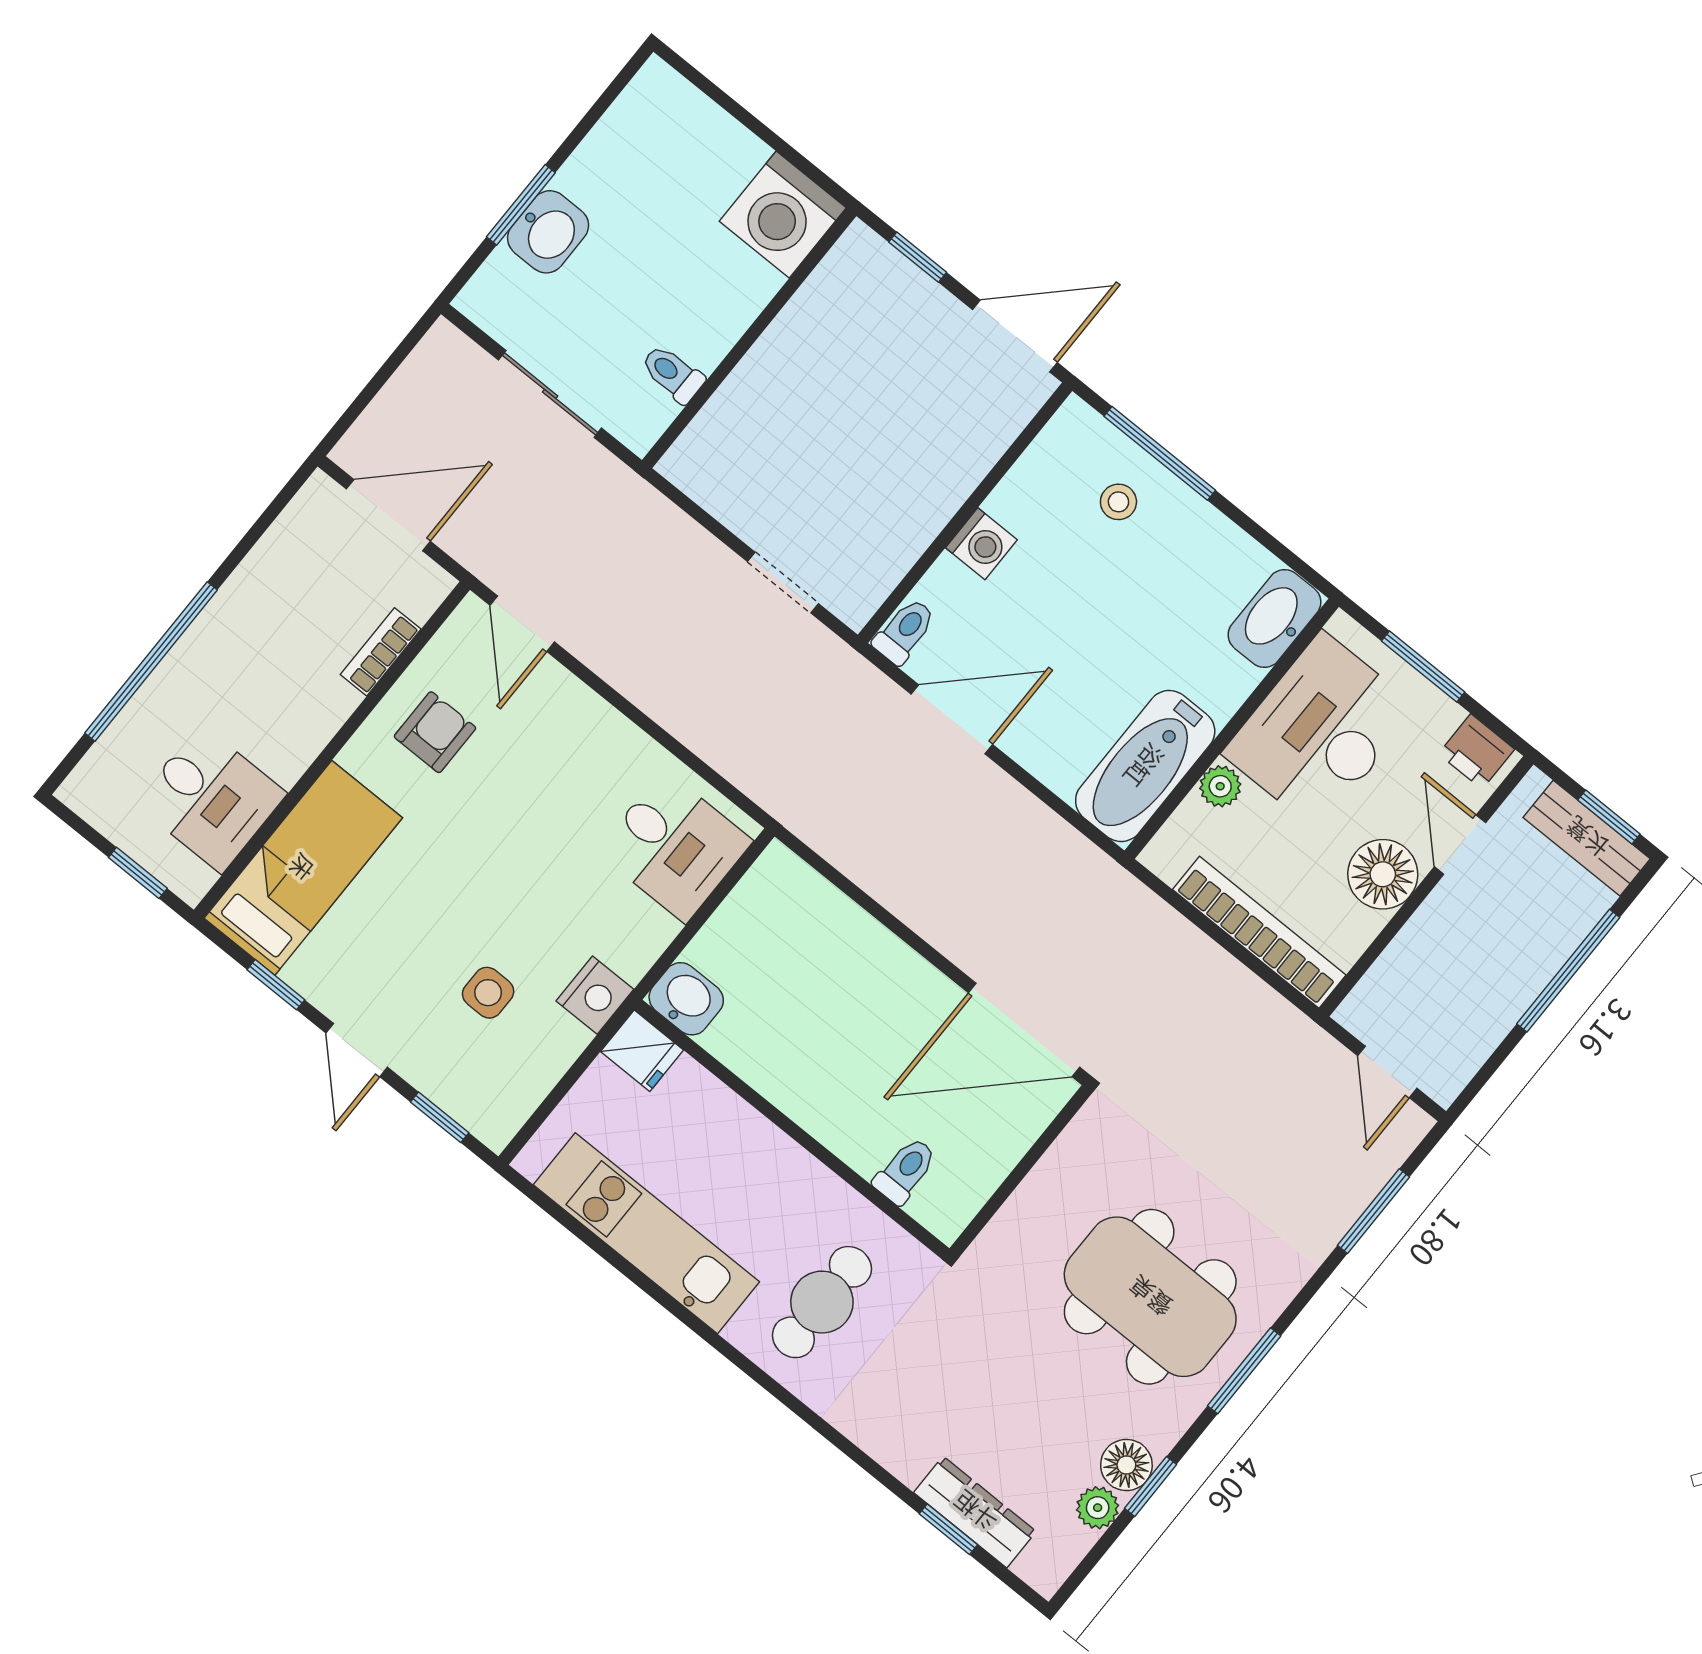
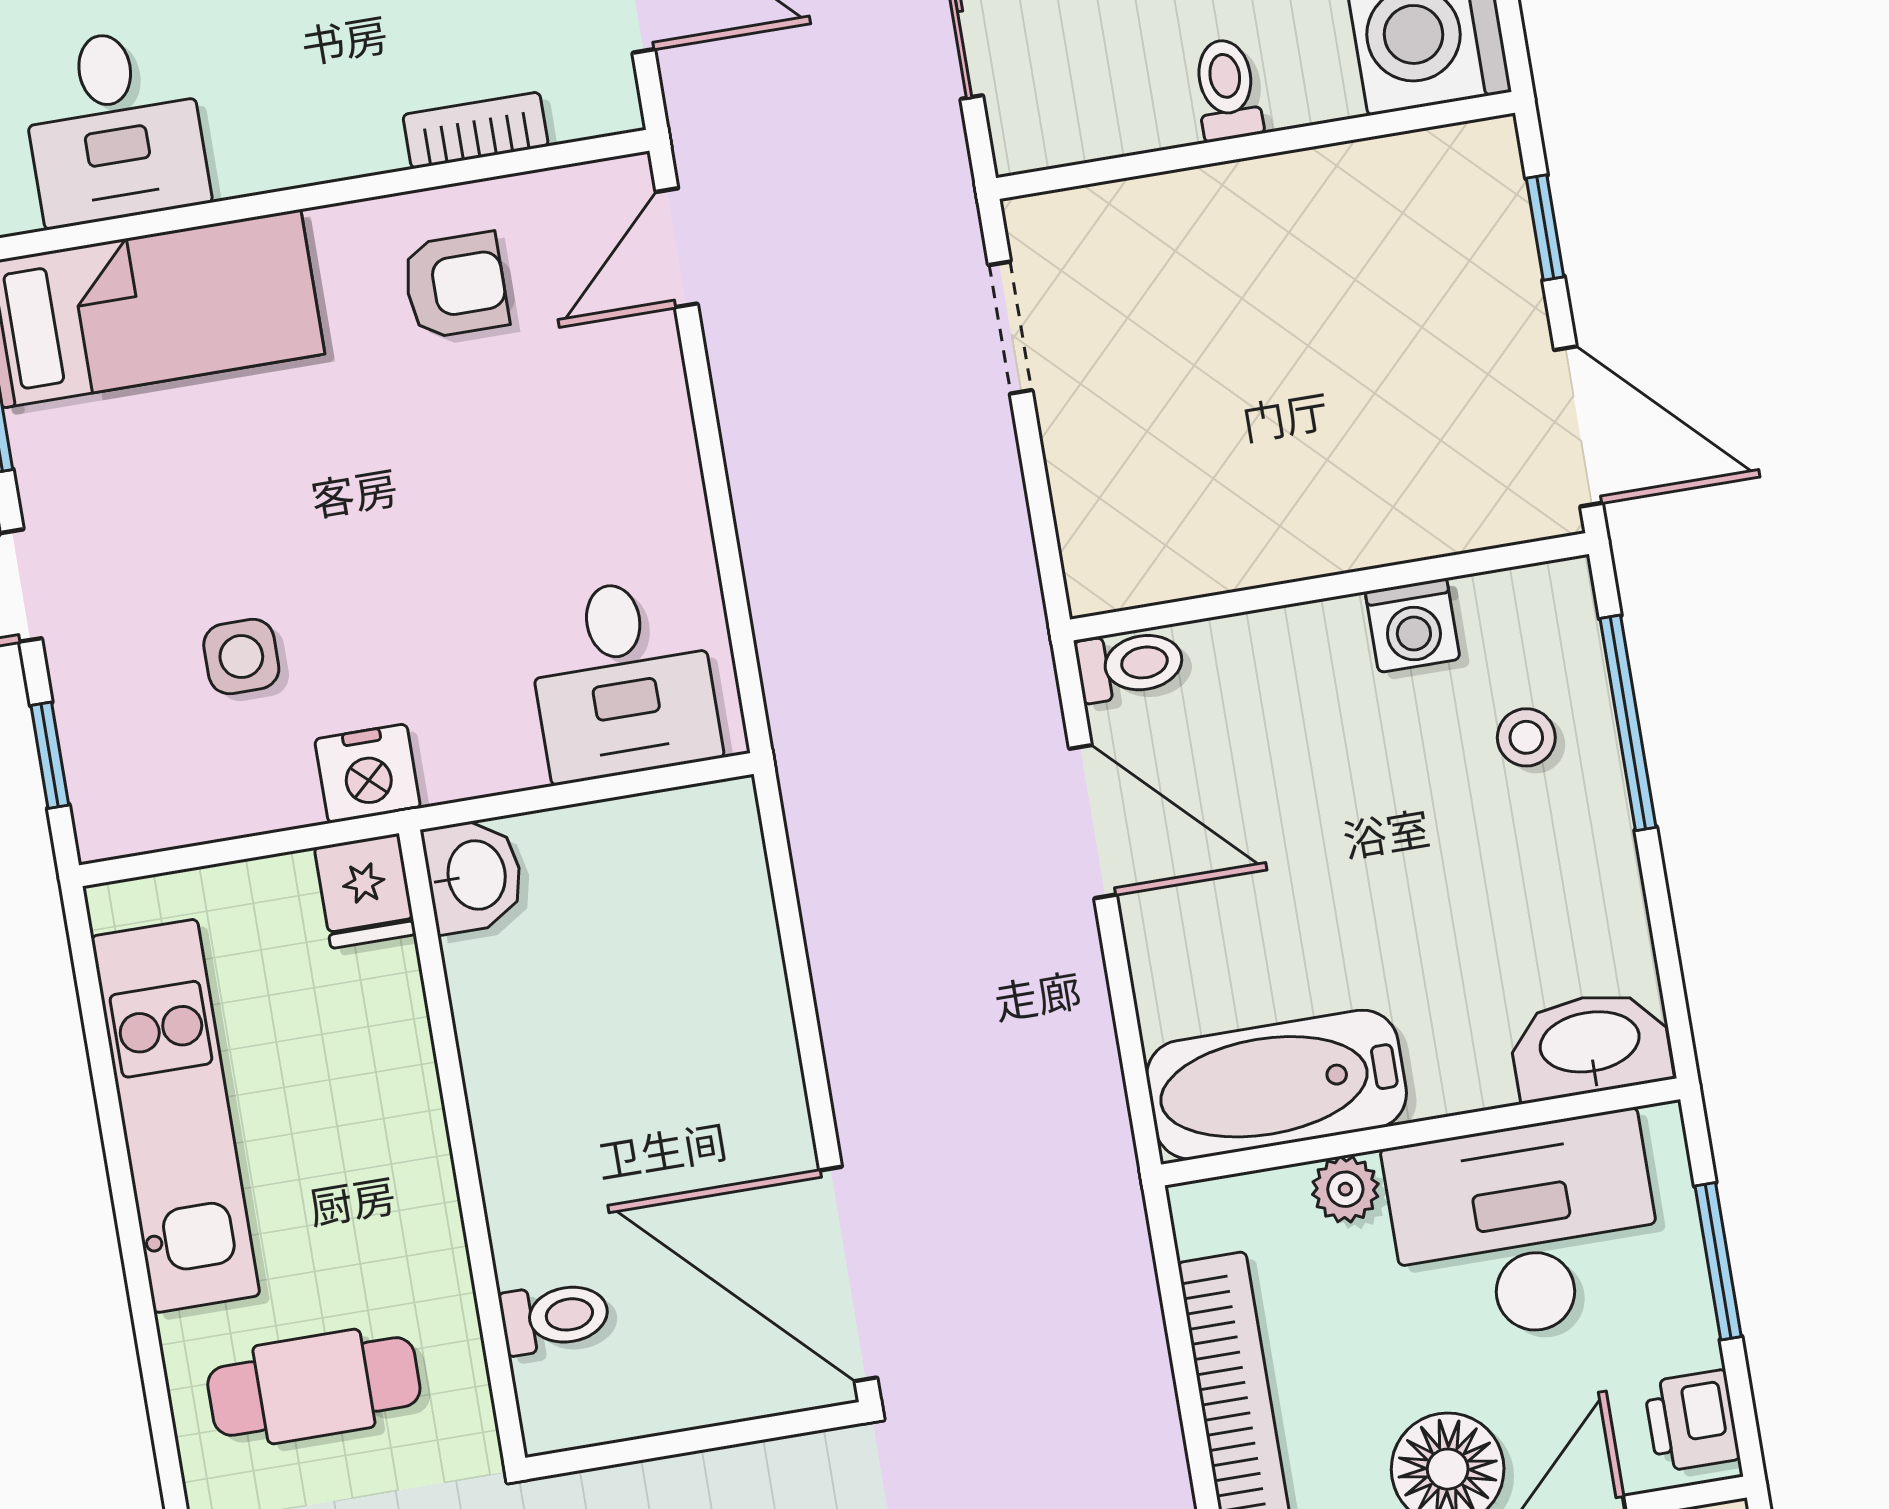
toilet: (673, 374) -> (1227, 89), moved
washing machine: (981, 544) -> (1413, 625), moved
doorway: (783, 583) -> (1010, 328), moved

